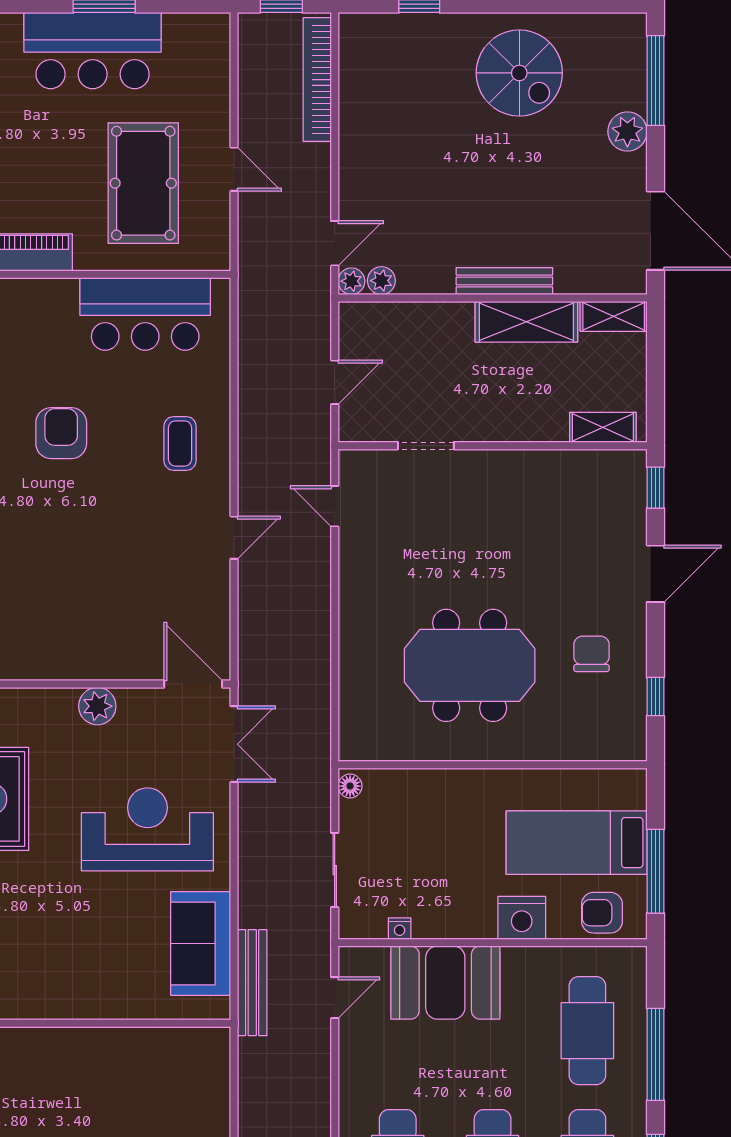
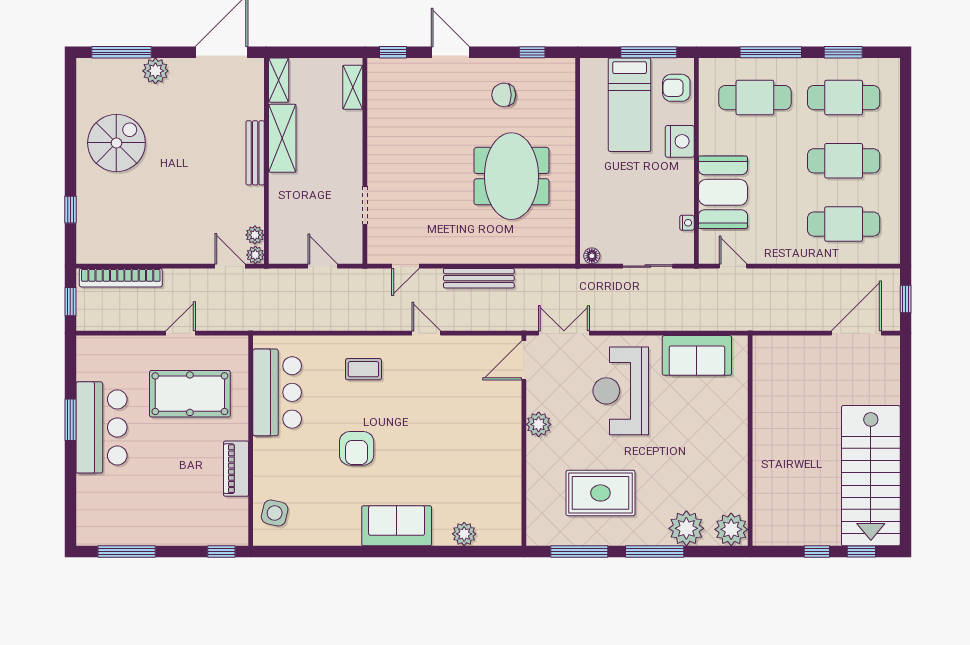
armchair: (61, 433) -> (357, 448), turned -90
armchair: (602, 913) -> (676, 88), turned 90
bench: (252, 983) -> (479, 278), moved

